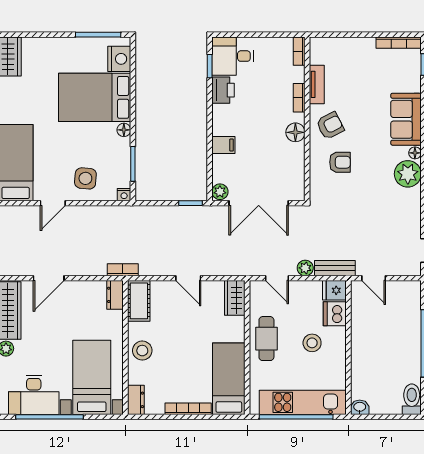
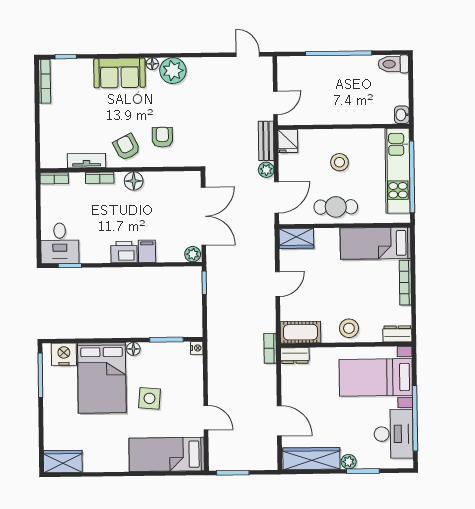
printer: (223, 90) -> (124, 252), moved
side table: (85, 178) -> (150, 398), moved
door: (277, 278) -> (277, 197), width x1.38
dishwasher: (335, 314) -> (311, 140), removed

